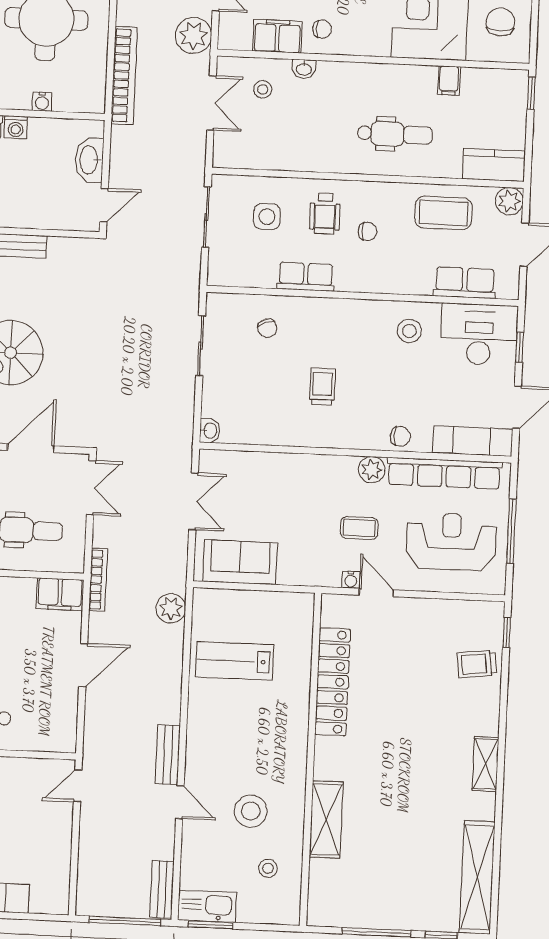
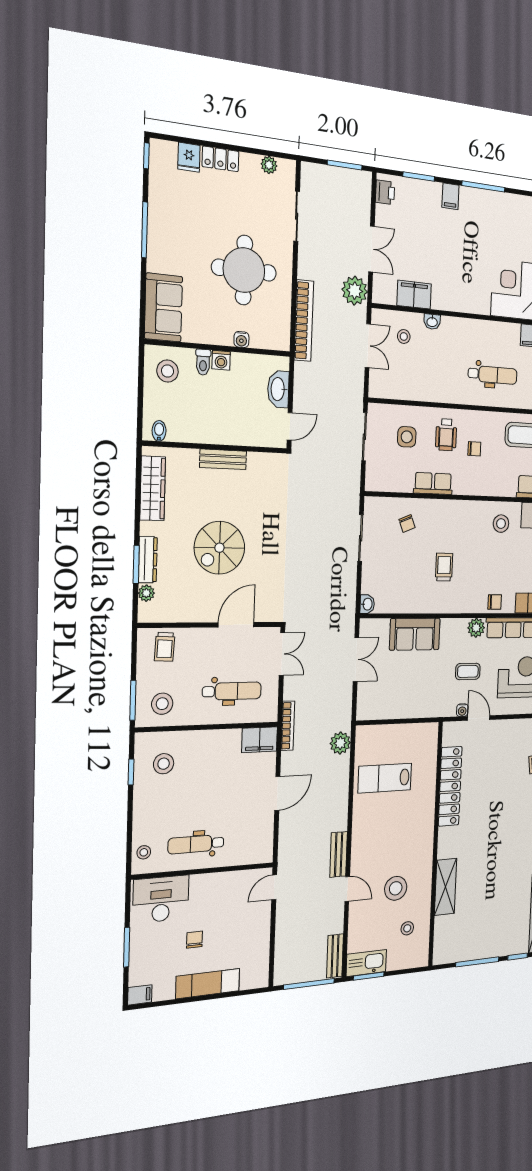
chair: (322, 29) -> (445, 291), removed
sofa: (240, 562) -> (415, 634), moved, turned 180

